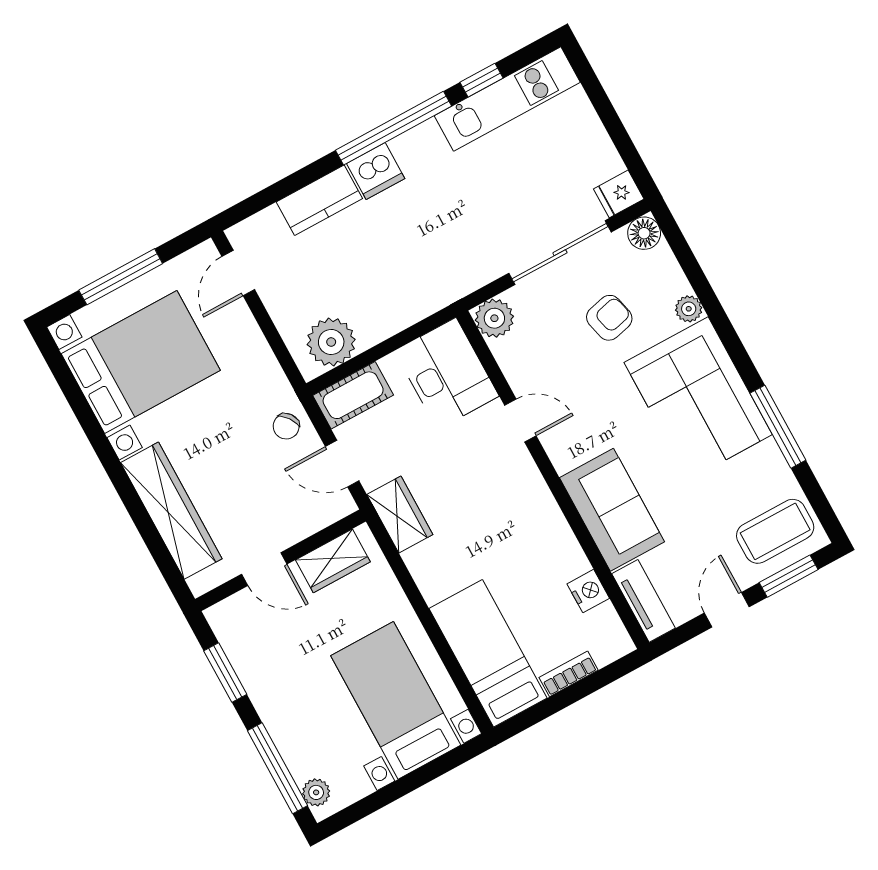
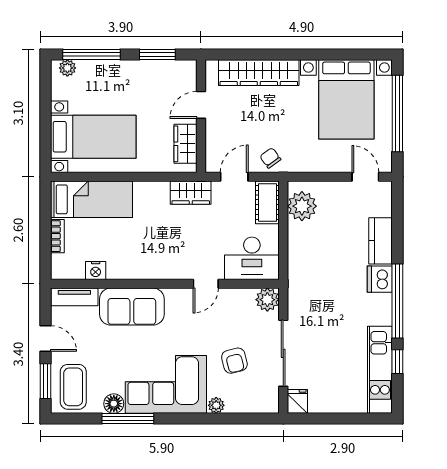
floor lamp: (644, 233) -> (114, 404), moved
window: (121, 277) -> (397, 113), width x1.46

